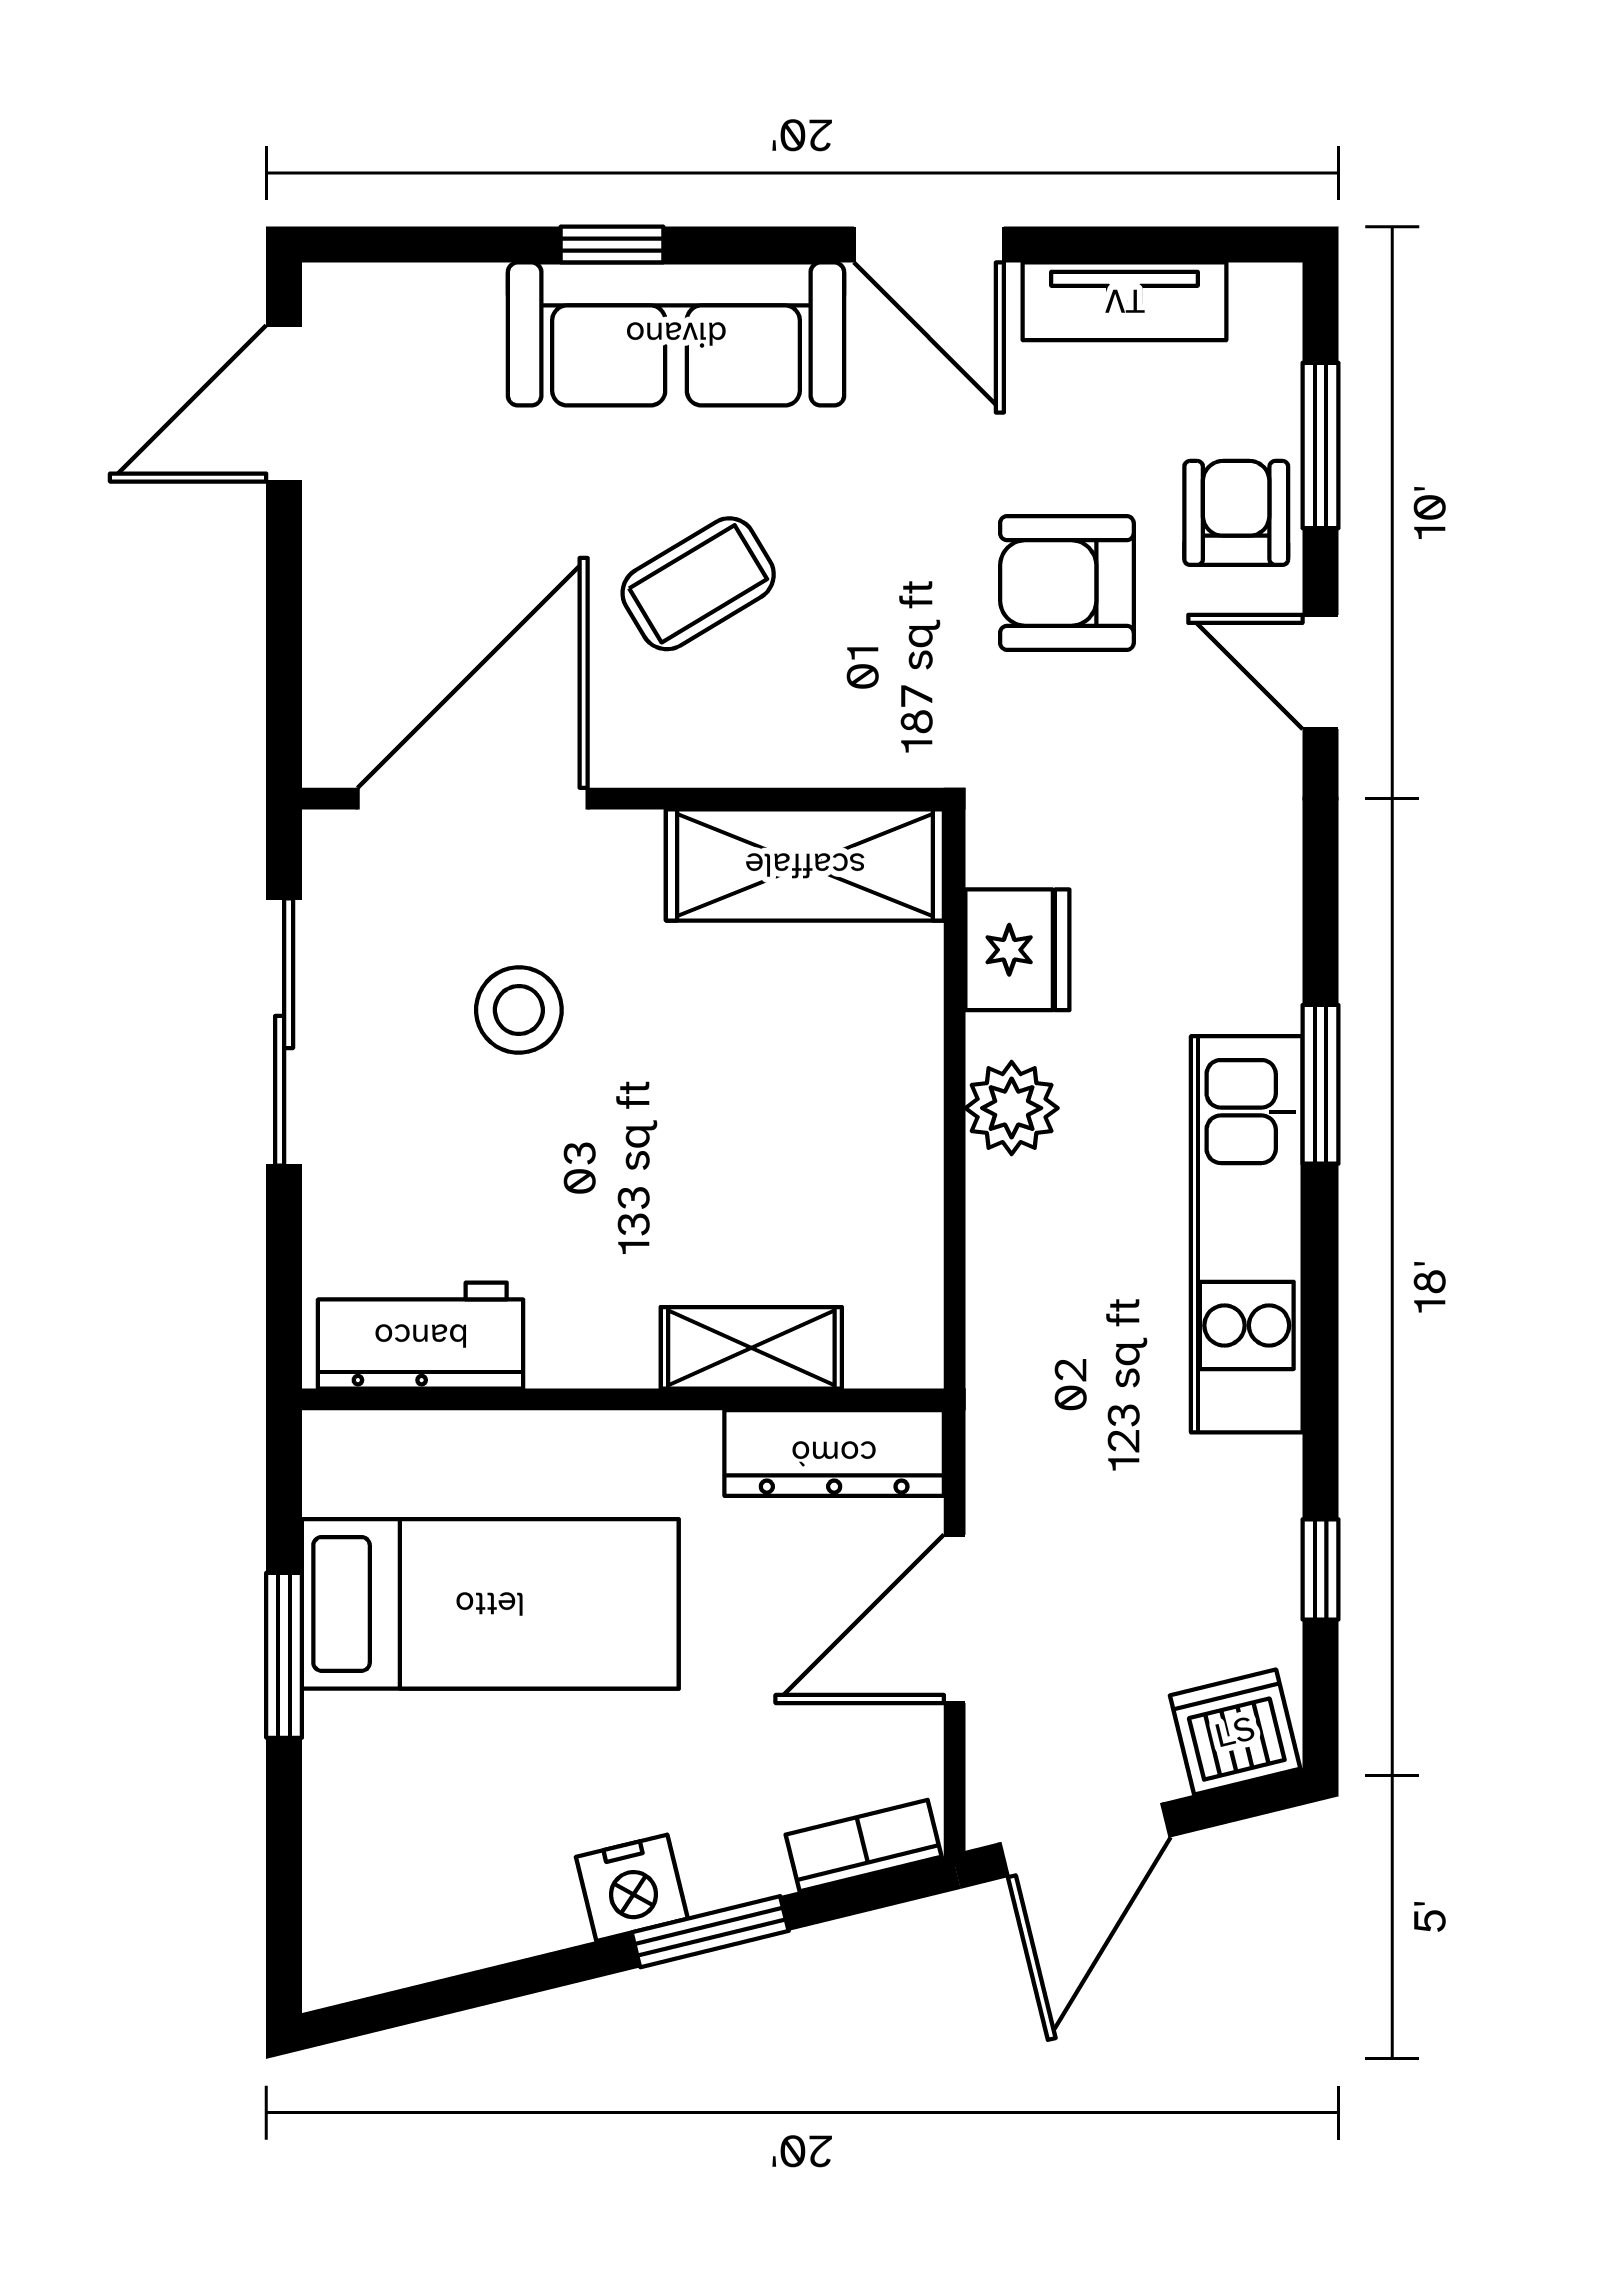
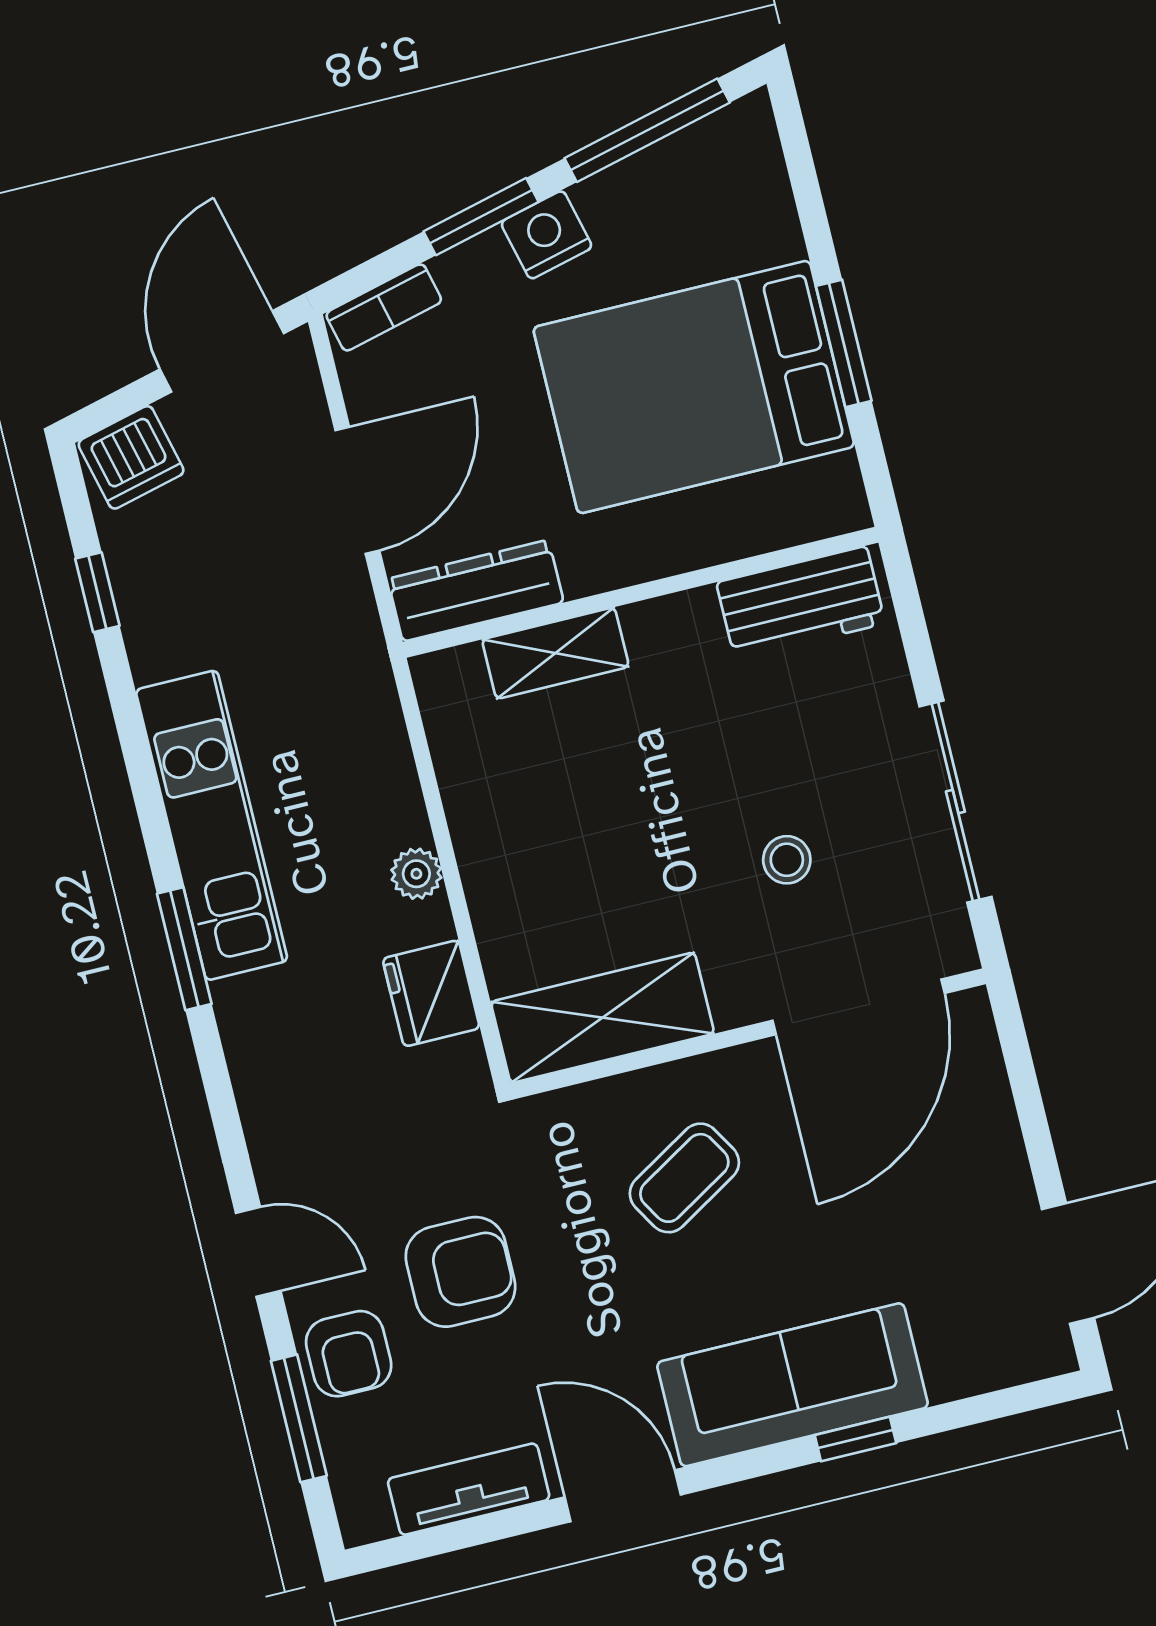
coffee table: (698, 584) -> (684, 1178), moved
stool: (519, 1010) -> (787, 860), width x0.73, depth x0.73
plant: (1012, 1108) -> (416, 874), width x0.73, depth x0.73
bed: (490, 1604) -> (694, 387), width x1.50
window: (470, 1991) -> (647, 130), added

